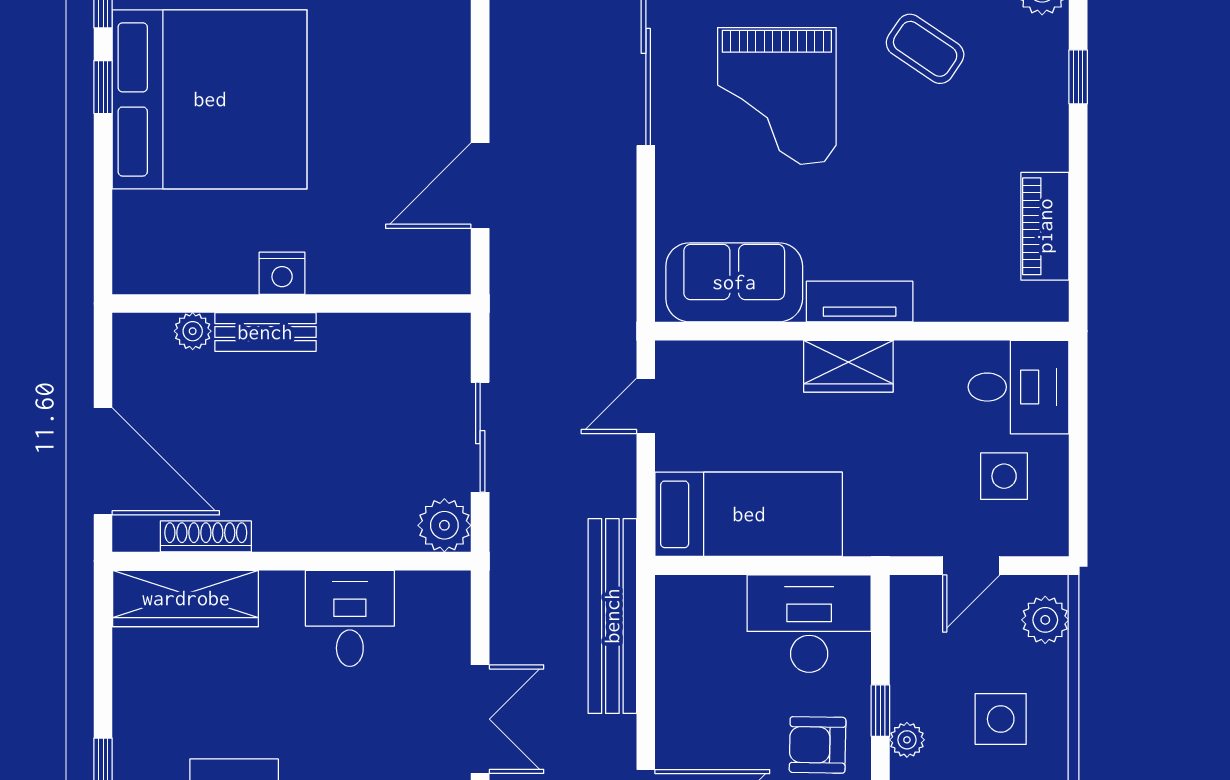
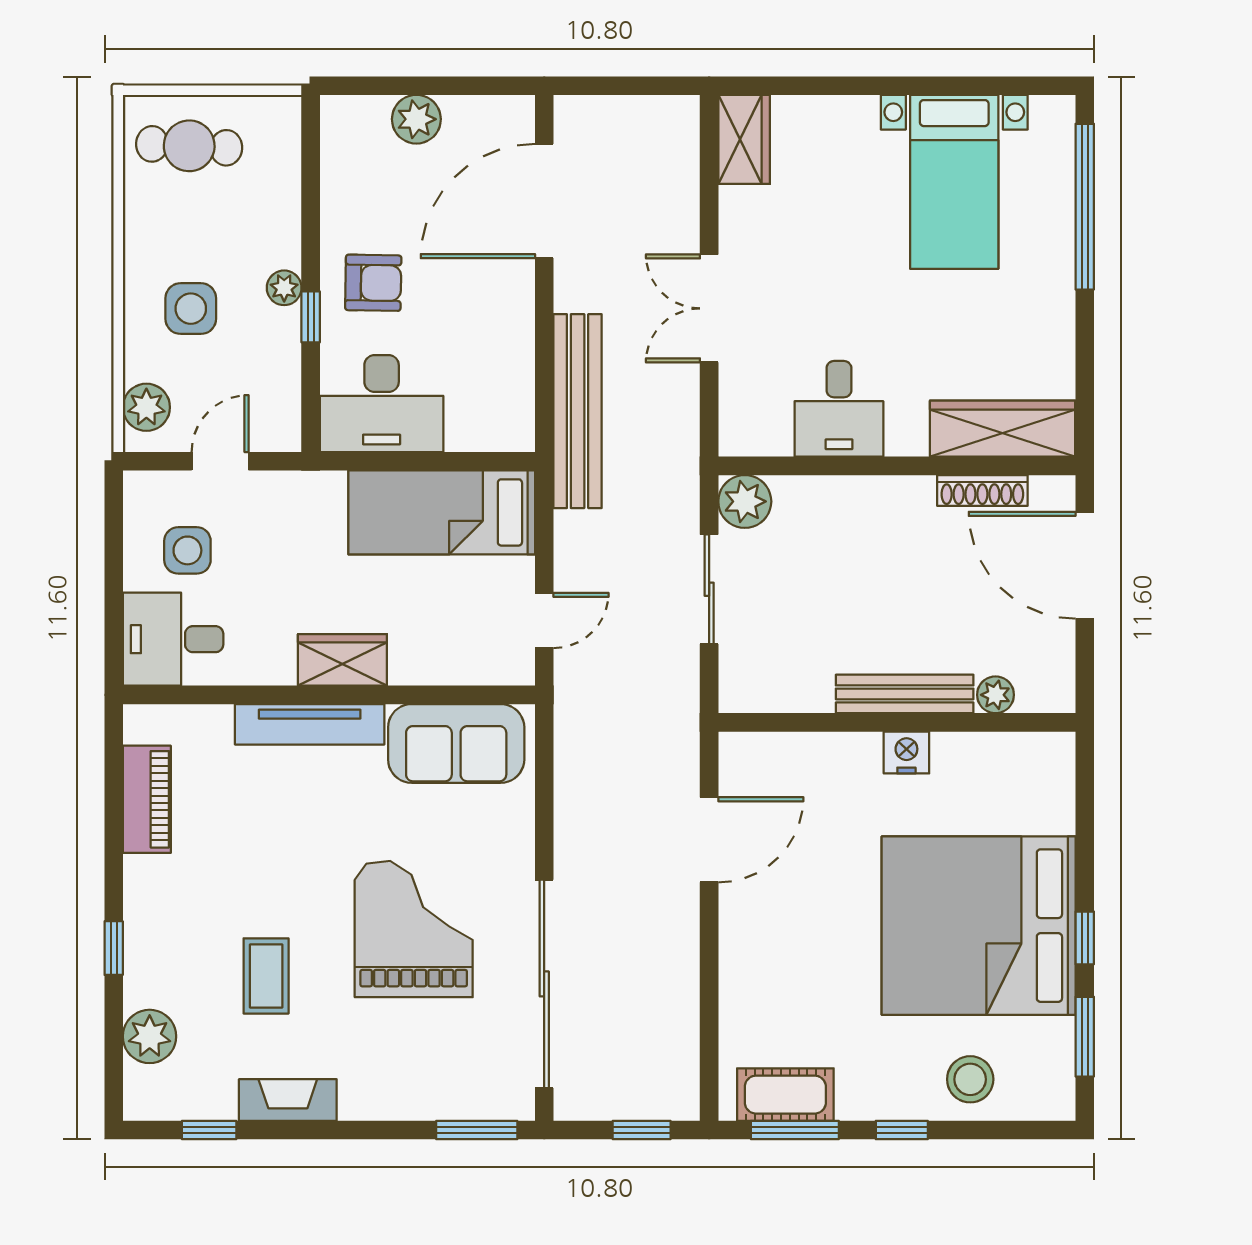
coffee table: (925, 49) -> (266, 976), turned 56
tv unit: (860, 302) -> (310, 724), width x1.41
bench: (265, 332) -> (905, 694), width x1.36

